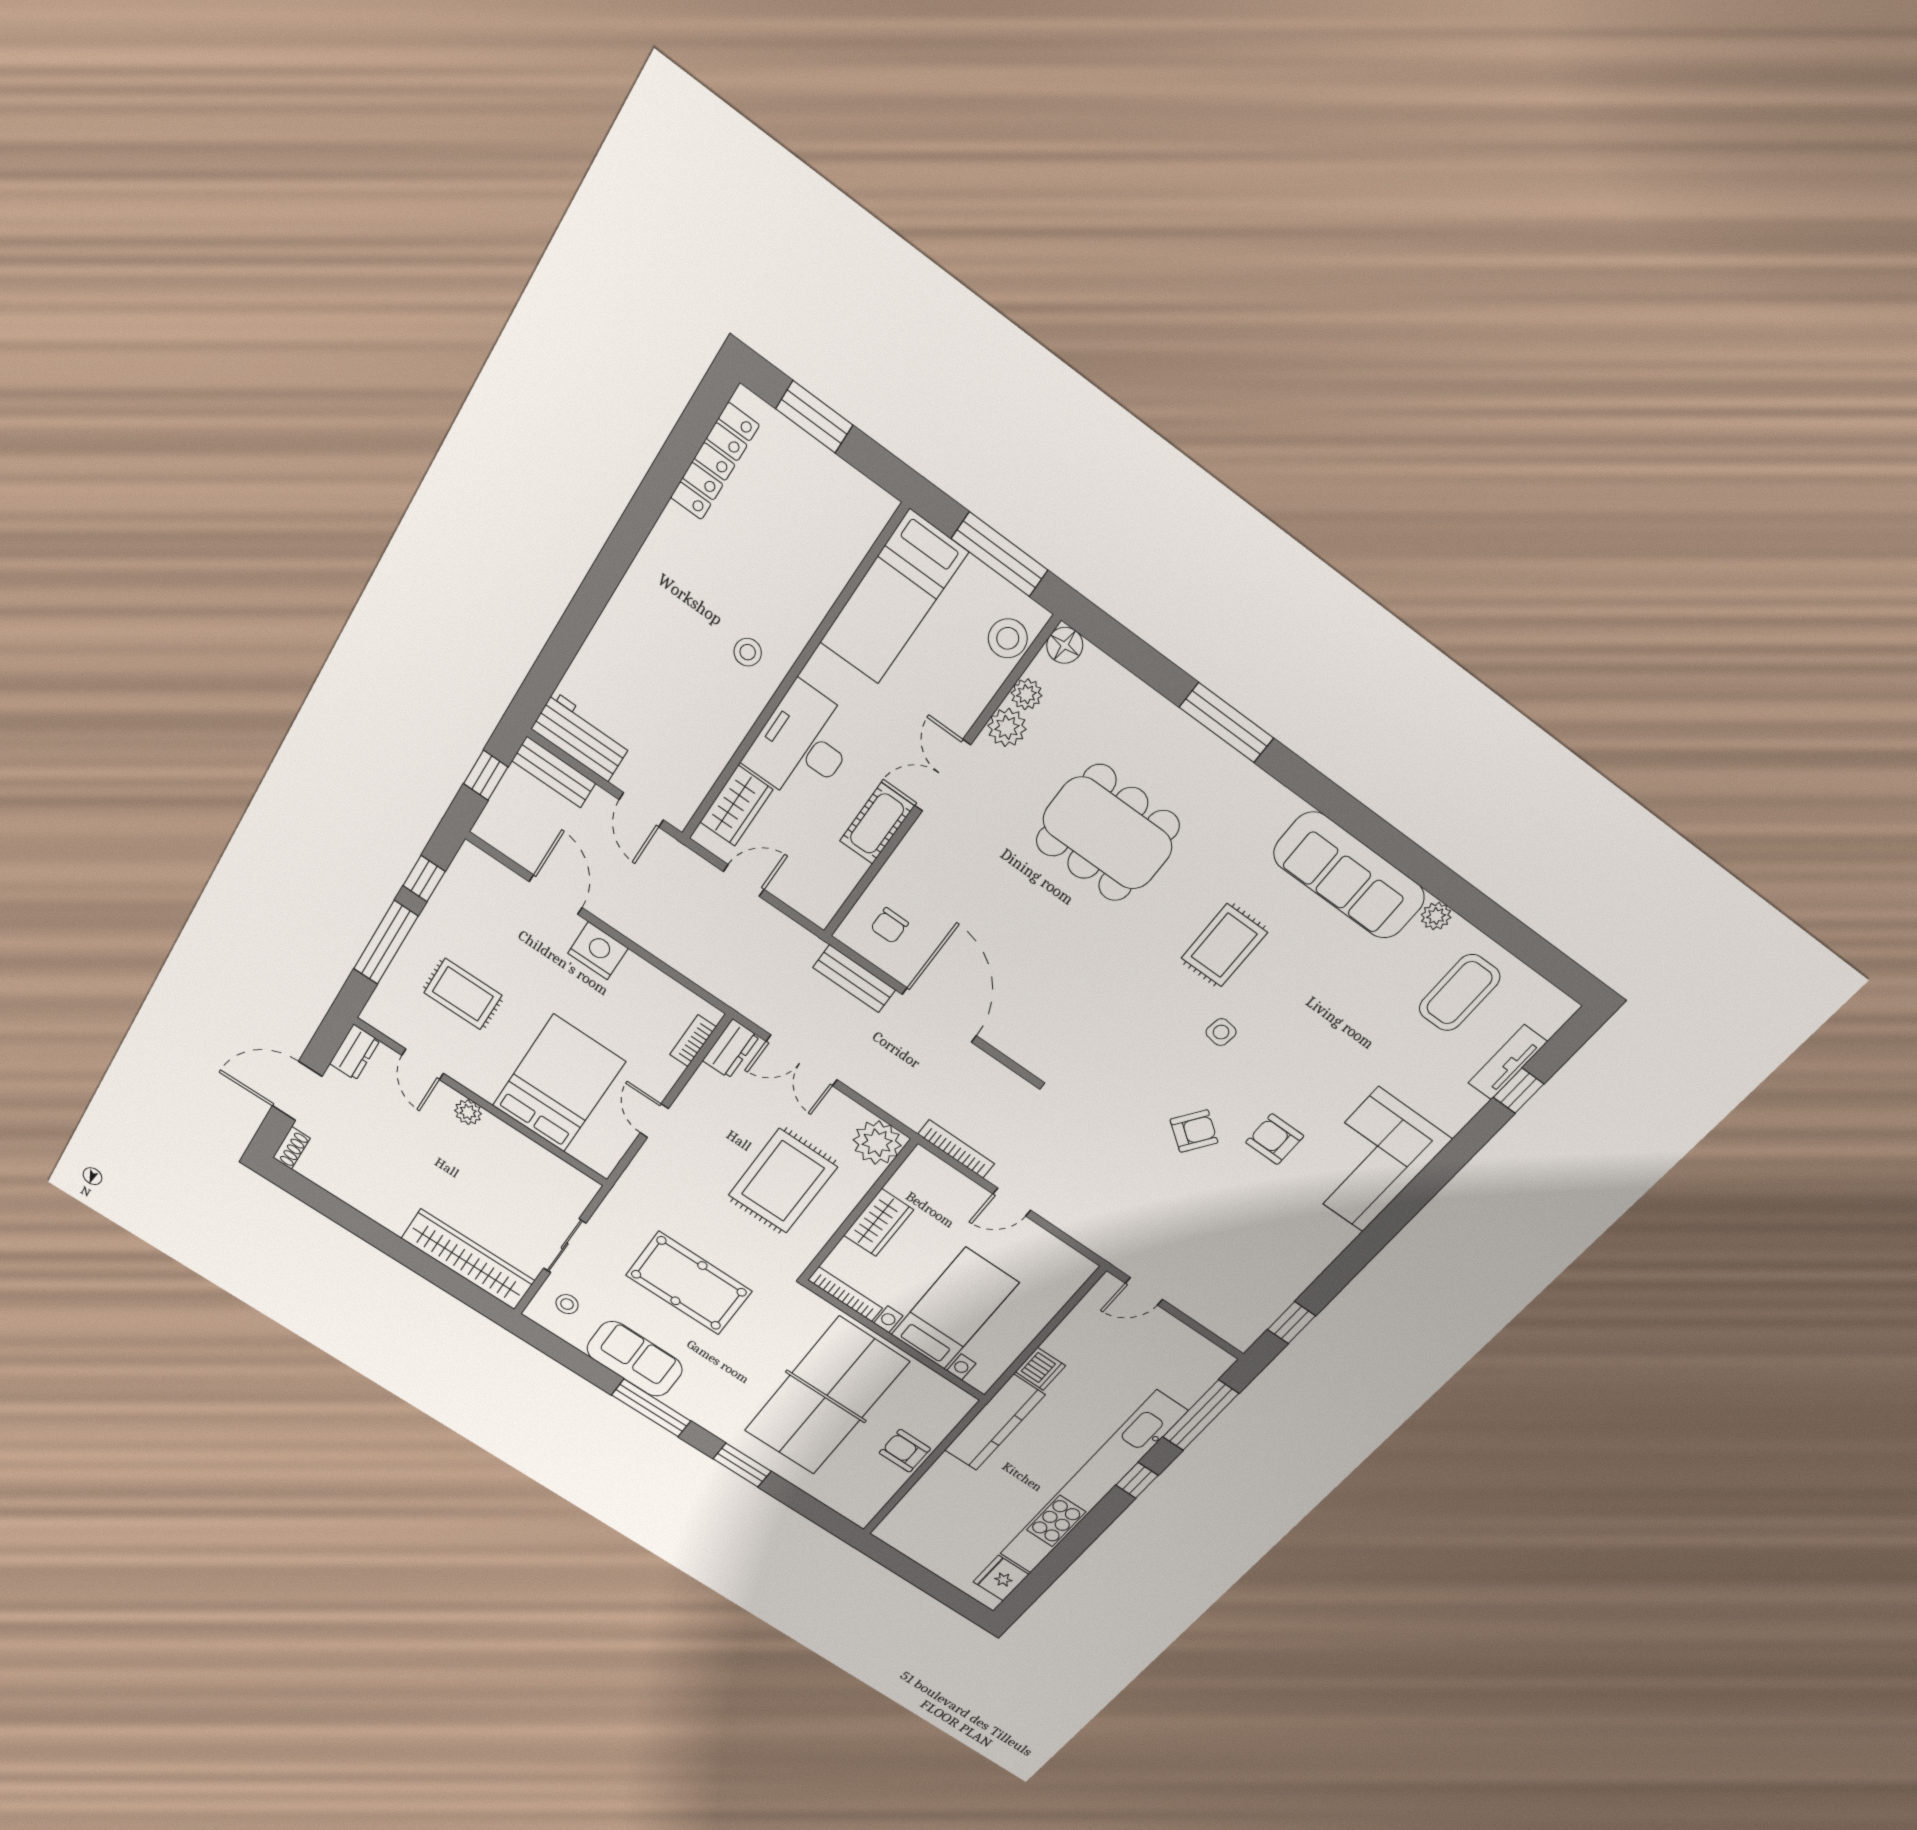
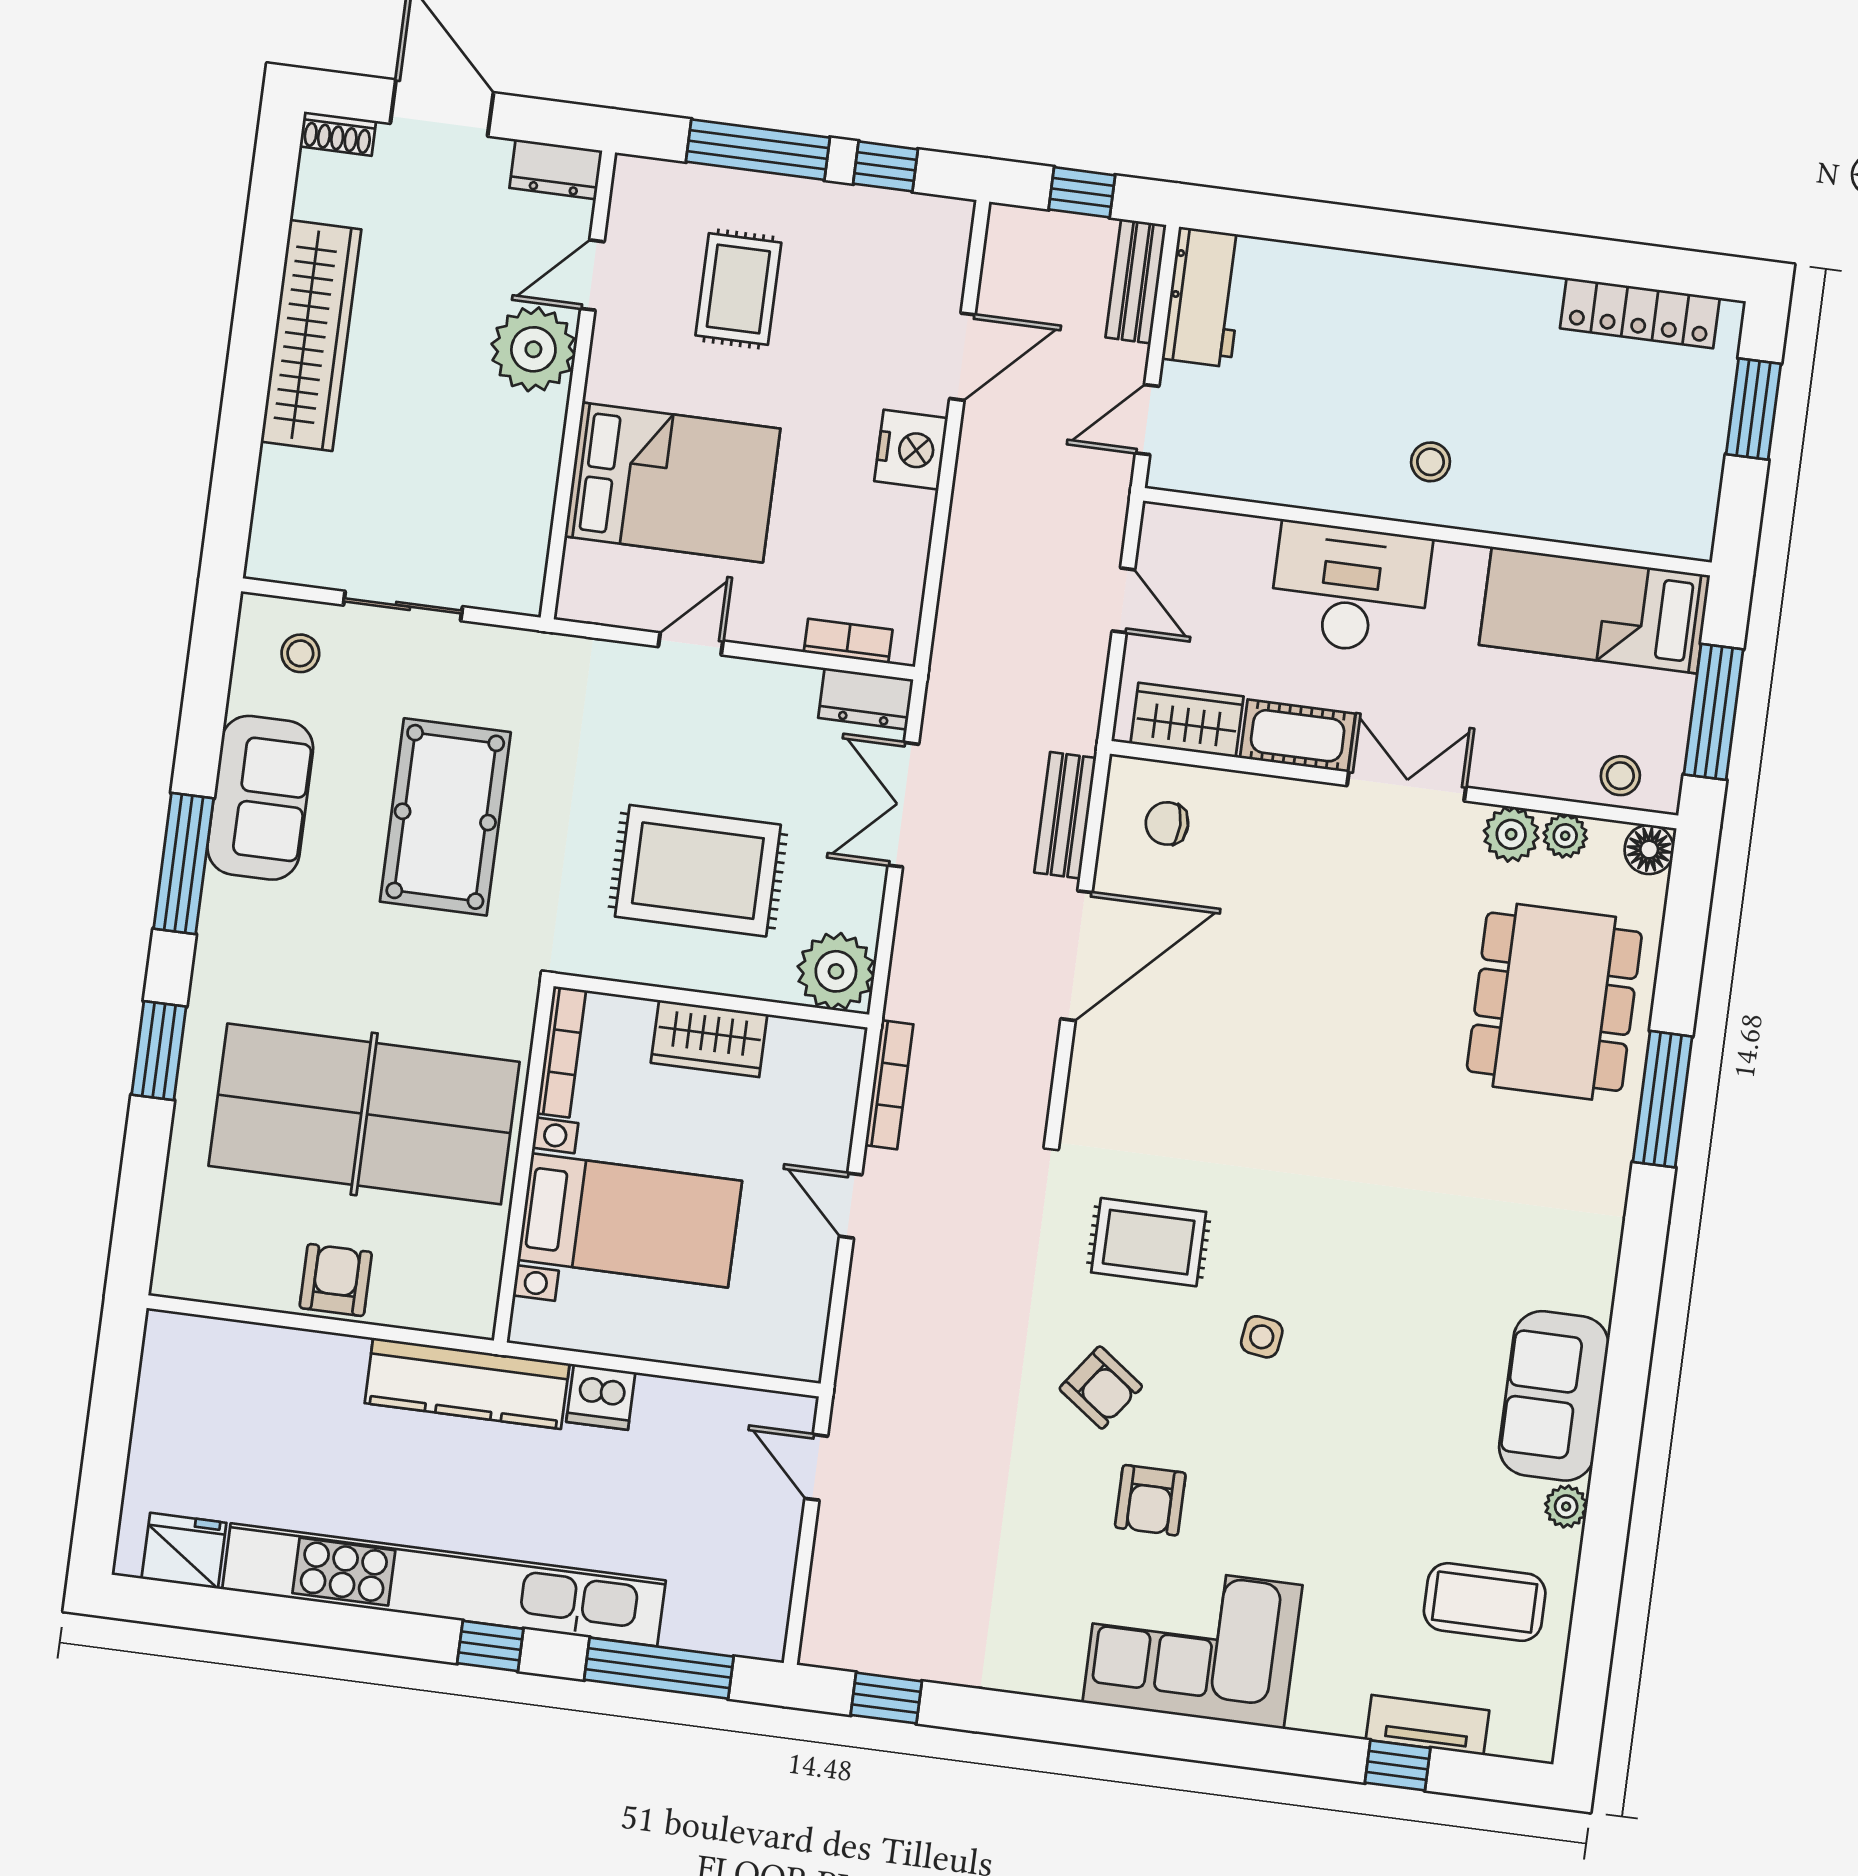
stool: (1008, 638) -> (1620, 776), width x0.73, depth x0.73
wardrobe: (736, 806) -> (1187, 720), moved, turned 180
dining table: (1107, 833) -> (1554, 1002), moved
sofa: (1349, 875) -> (1554, 1396), width x0.73
rug: (1224, 945) -> (1149, 1242), moved
plant: (468, 1112) -> (533, 349), width x1.88, depth x1.88
armchair: (1275, 1139) -> (1150, 1500), turned 180
wardrobe: (468, 1260) -> (311, 336), moved

